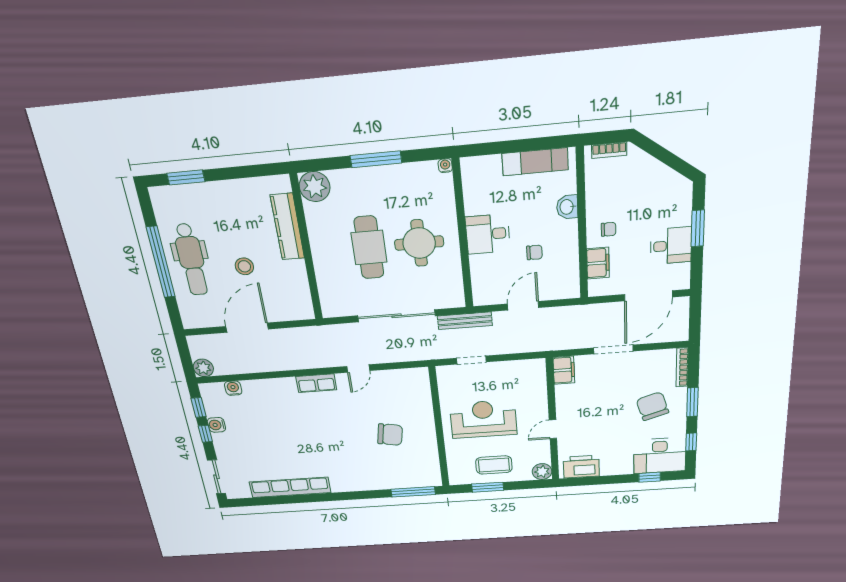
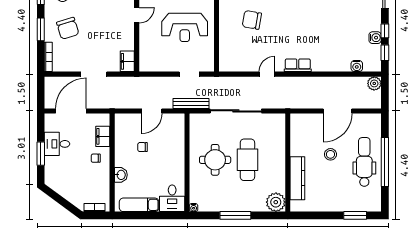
desk: (488, 234) -> (172, 198), moved, turned 90

